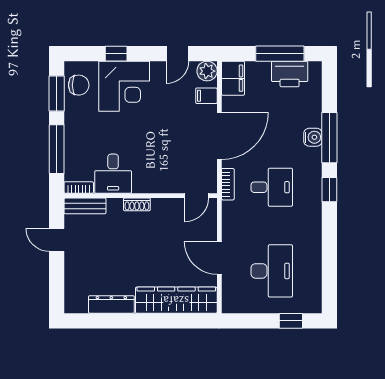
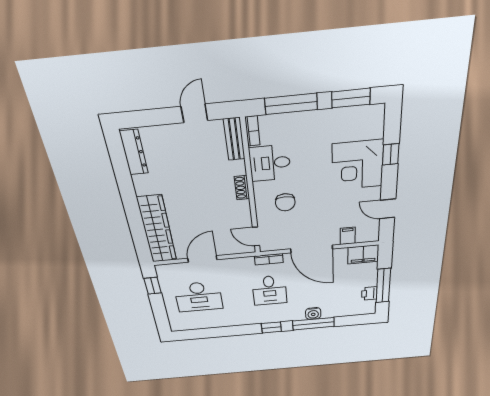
plant: (207, 71) -> (370, 234), removed
printer: (290, 74) -> (369, 293), width x0.53, depth x0.68
chair: (79, 85) -> (285, 202), moved
dresser: (111, 304) -> (134, 152), moved
window: (291, 321) -> (153, 286), moved

